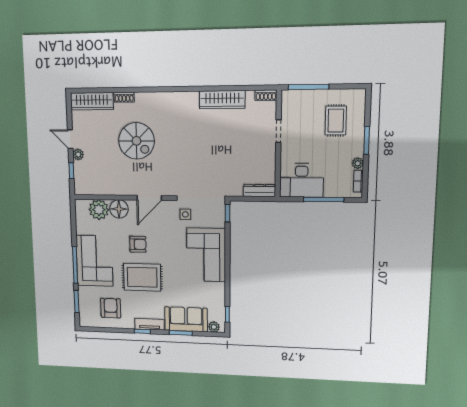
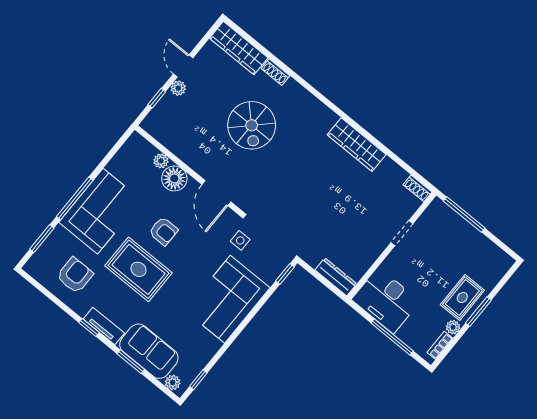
wardrobe: (222, 100) -> (357, 145), moved
rug: (336, 121) -> (462, 297), moved
door: (149, 198) -> (216, 193), hinge flipped
plant: (99, 210) -> (161, 161), width x0.53, depth x0.53

